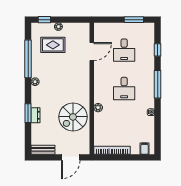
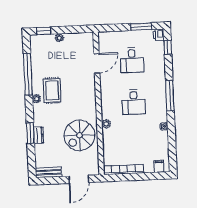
printer: (150, 28) -> (159, 35), added
rug: (53, 45) -> (52, 90), moved, turned 90
window: (158, 50) -> (168, 47), moved

